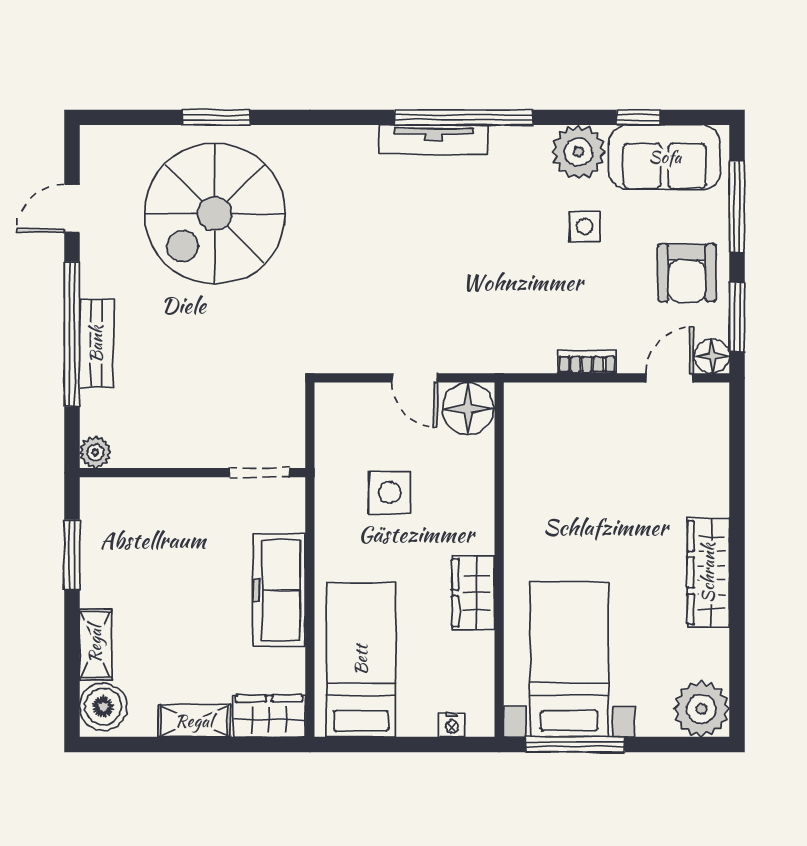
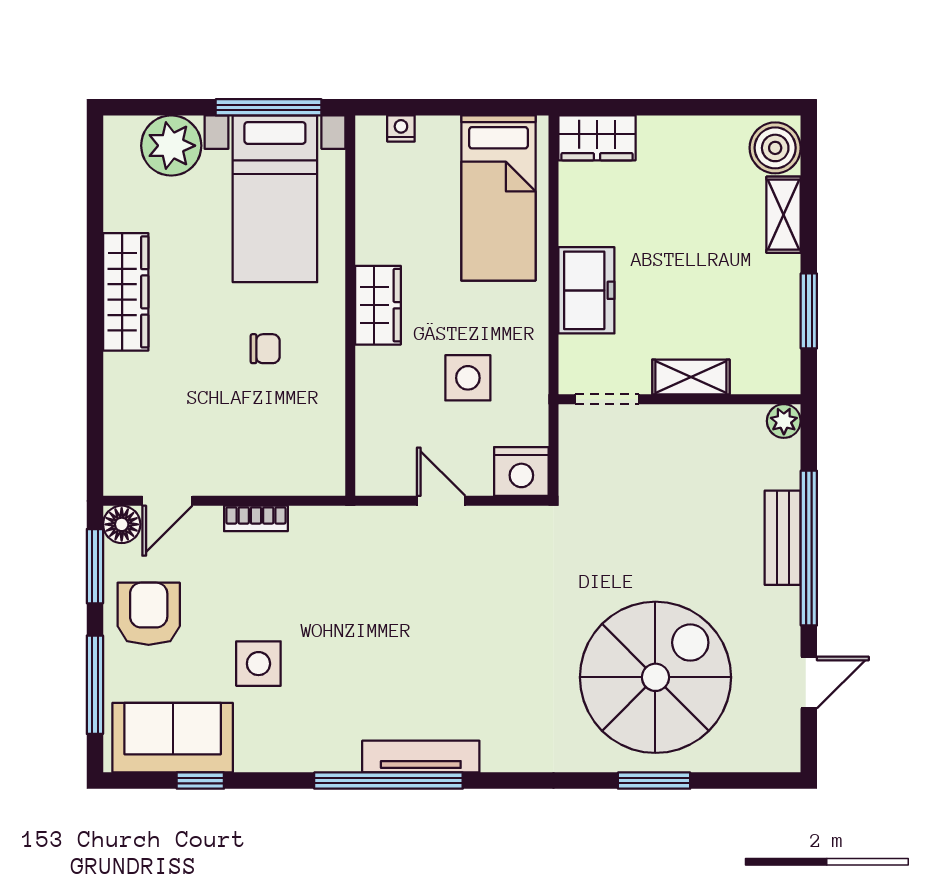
plant: (579, 152) -> (265, 743), removed
side table: (585, 226) -> (258, 664), width x1.37, depth x1.37
nightstand: (340, 405) -> (521, 472), added
floor lamp: (468, 409) -> (384, 468), removed
chair: (578, 520) -> (265, 349), added
freezer: (279, 590) -> (586, 290), width x0.71
wardrobe: (473, 593) -> (378, 305), moved
plant: (701, 709) -> (171, 146), moved
shelving: (194, 721) -> (691, 377), moved

